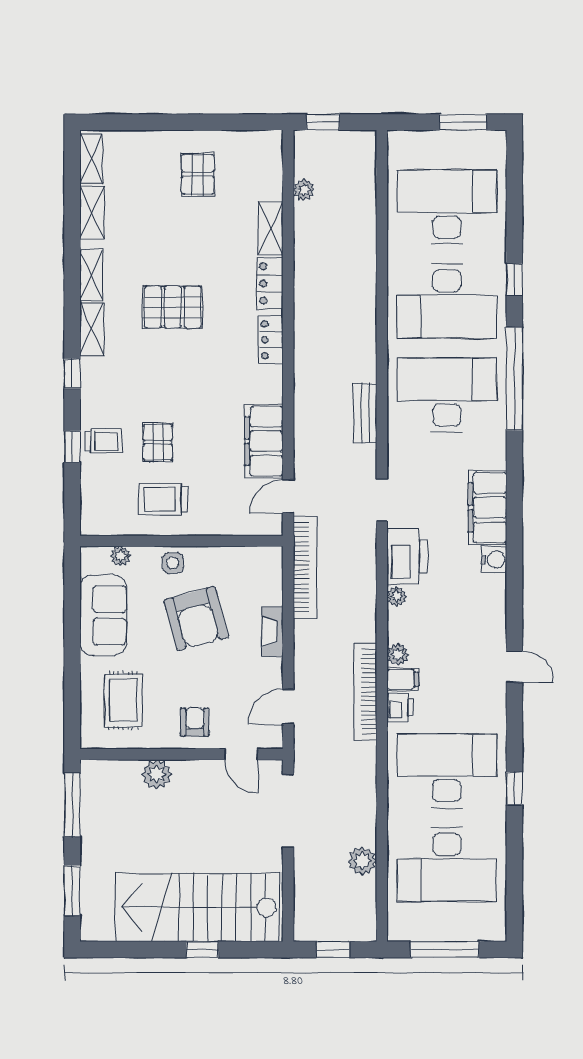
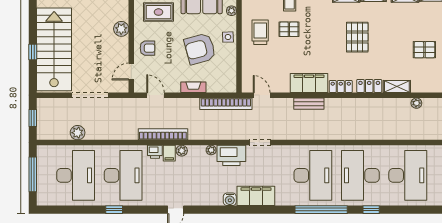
bench: (365, 413) -> (309, 104), moved
filing cabinet: (264, 441) -> (309, 83), moved
doorway: (288, 811) -> (90, 95), moved
desk: (447, 865) -> (76, 175), turned 180

